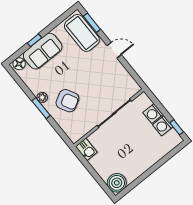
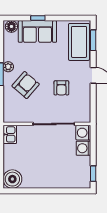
armchair: (97, 80) -> (61, 88), added
armchair: (67, 101) -> (26, 85), turned -111
washing machine: (163, 126) -> (83, 133), moved

